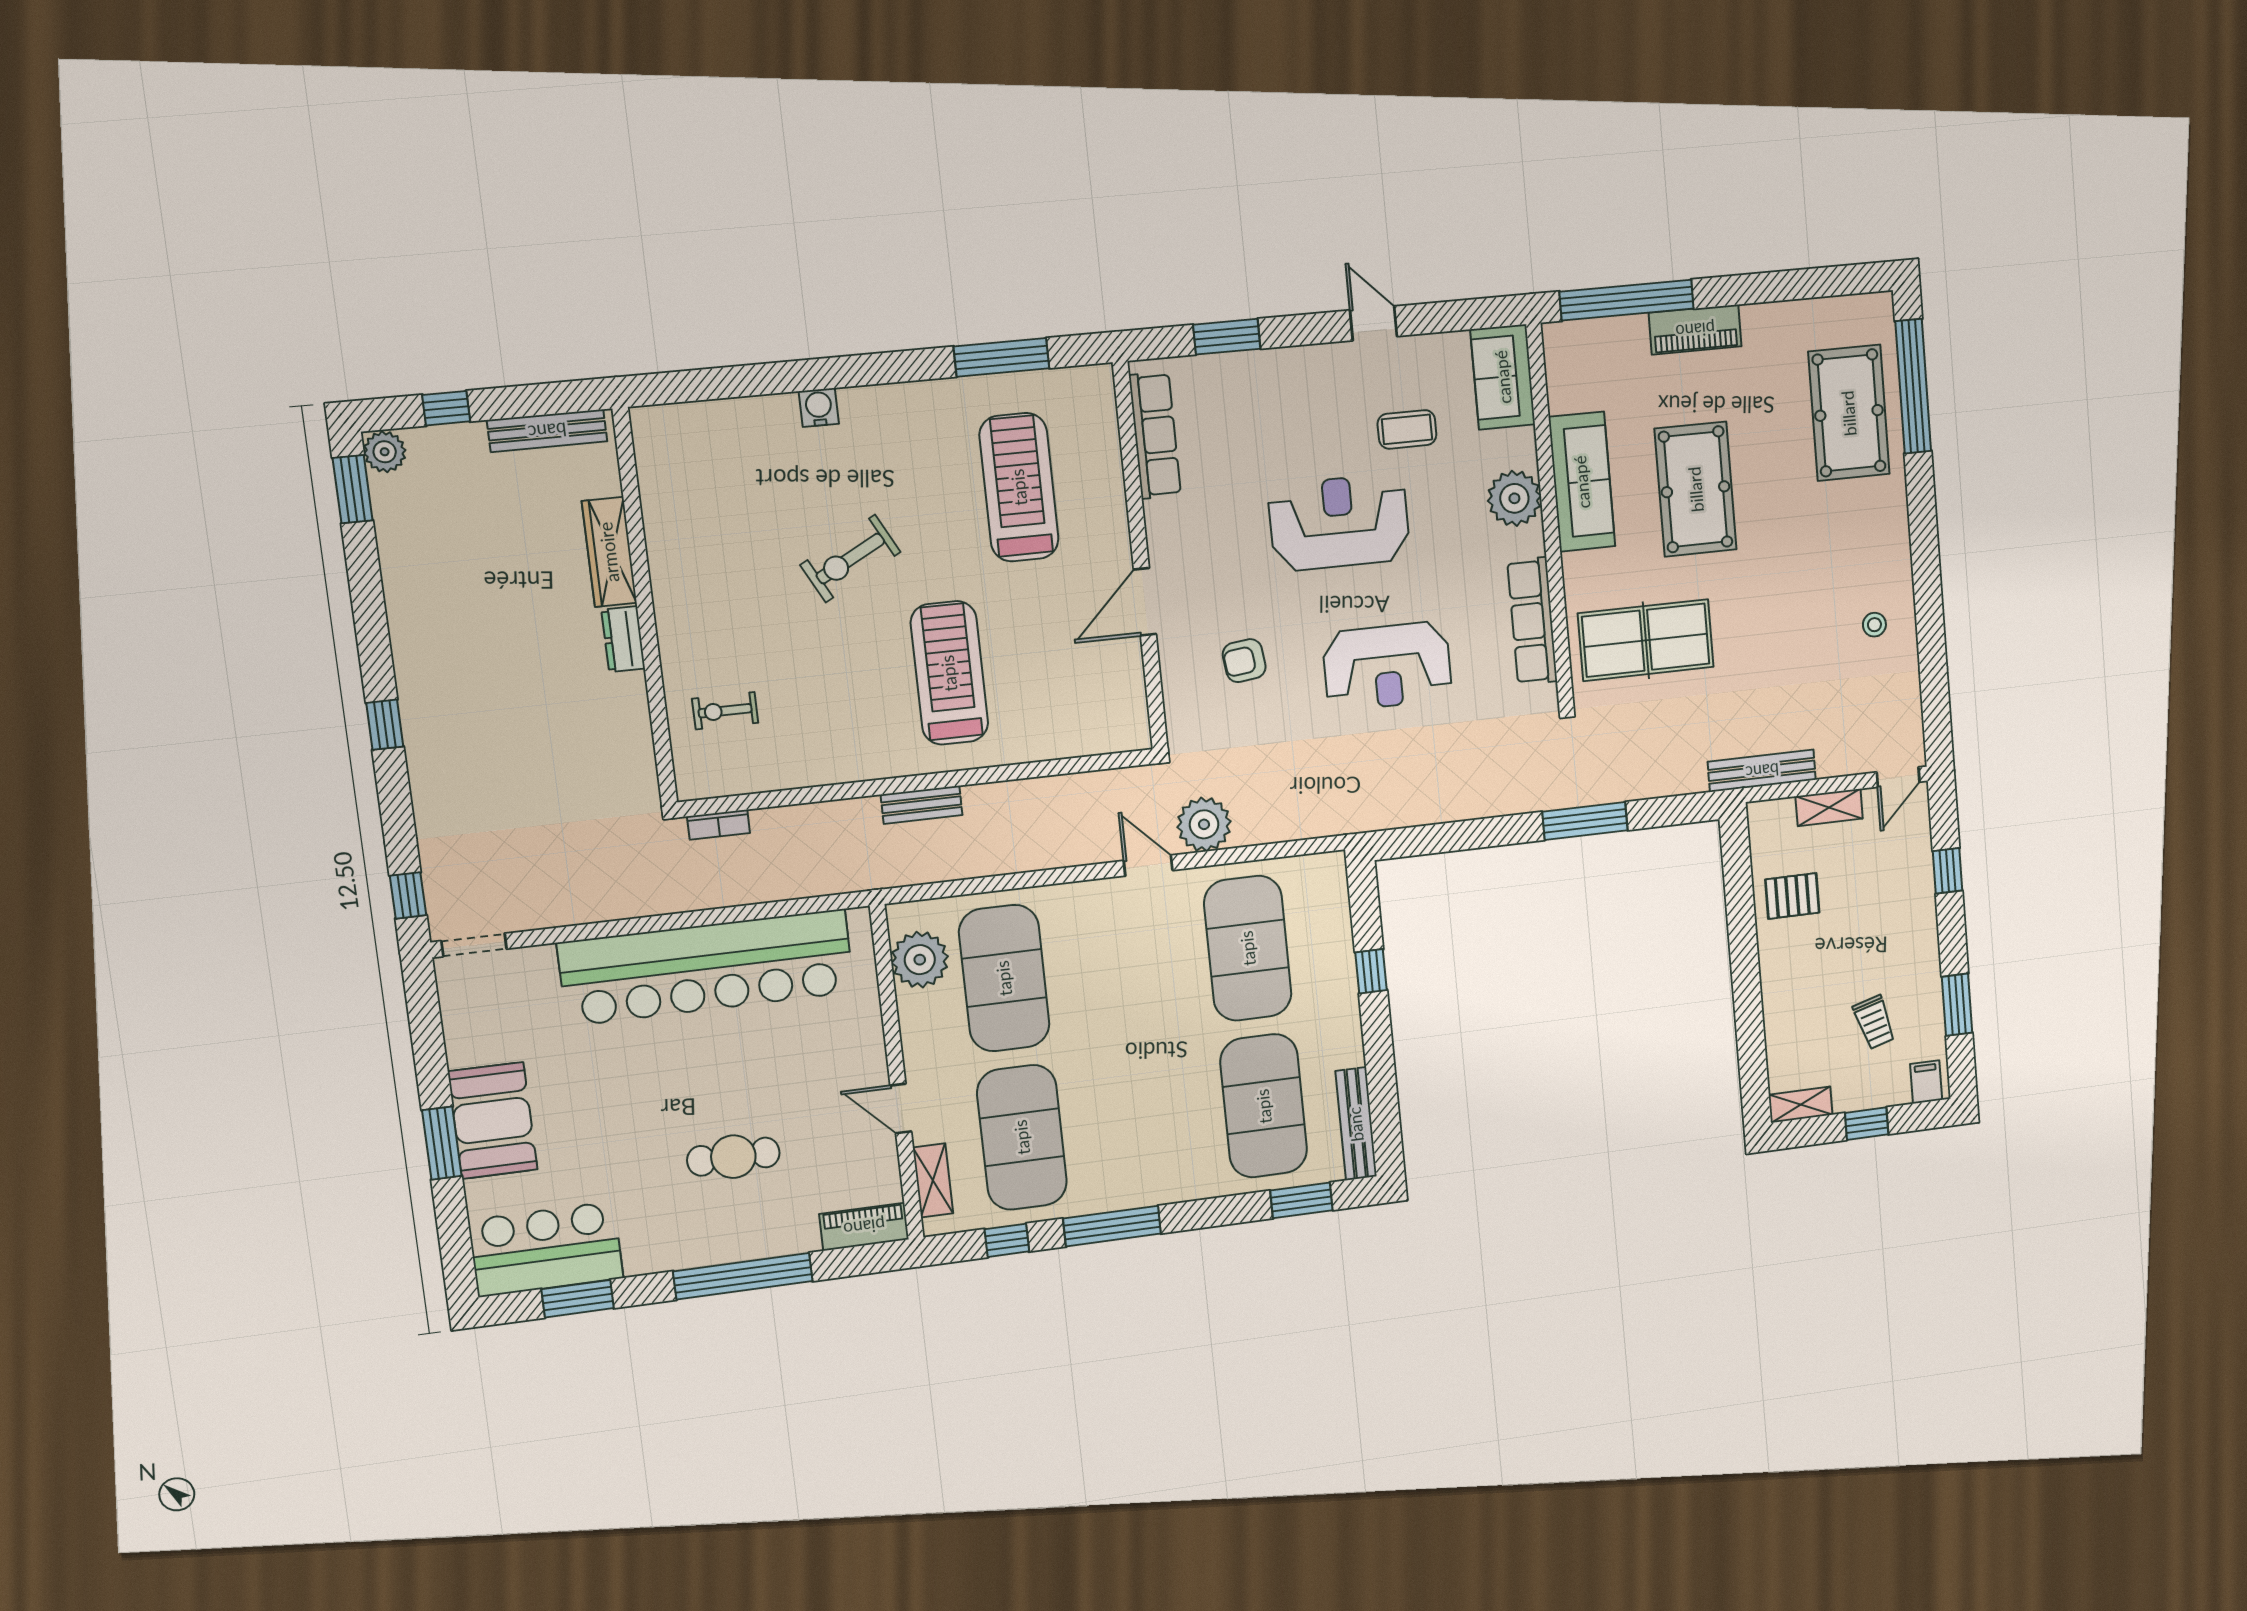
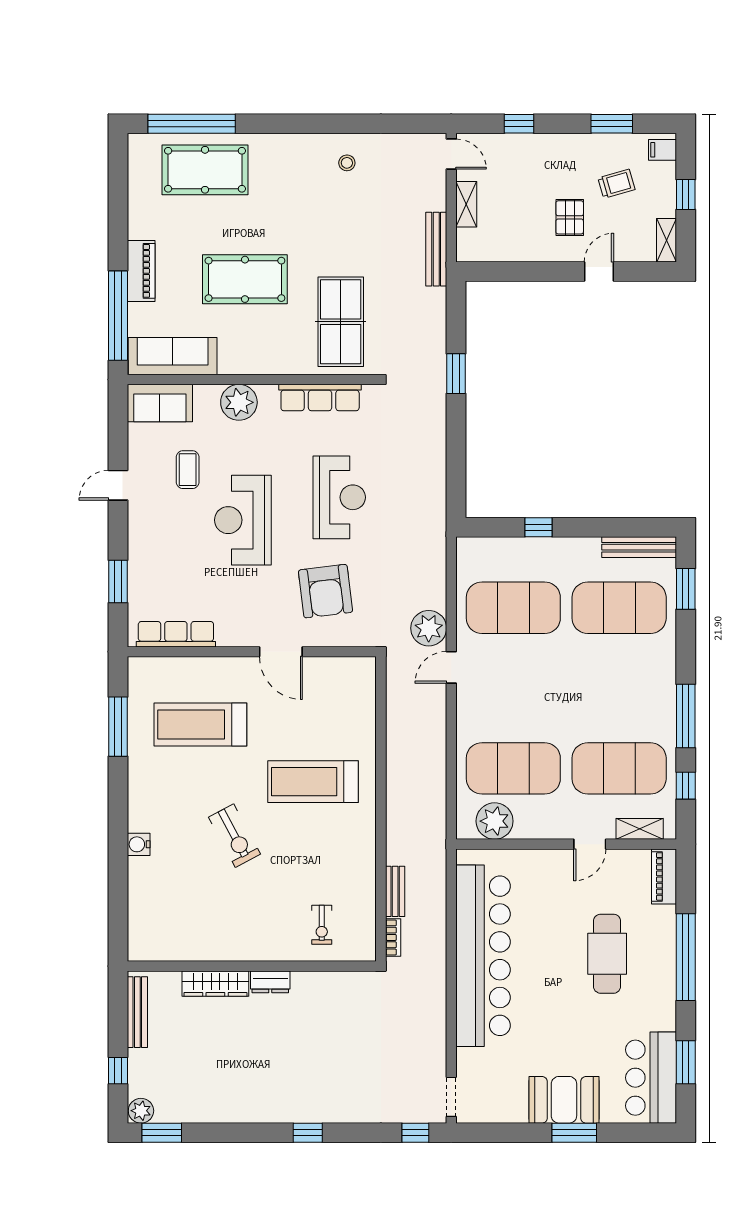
sofa: (1582, 482) -> (173, 356), moved
armchair: (1244, 661) -> (325, 591), width x1.88, depth x1.88
bench: (922, 805) -> (395, 891), moved
window: (1585, 821) -> (456, 374), width x0.69
pallet: (1792, 896) -> (570, 217), moved
door: (1749, 1013) -> (599, 272), added
cafe table: (733, 1157) -> (607, 954), width x1.37, depth x1.35

